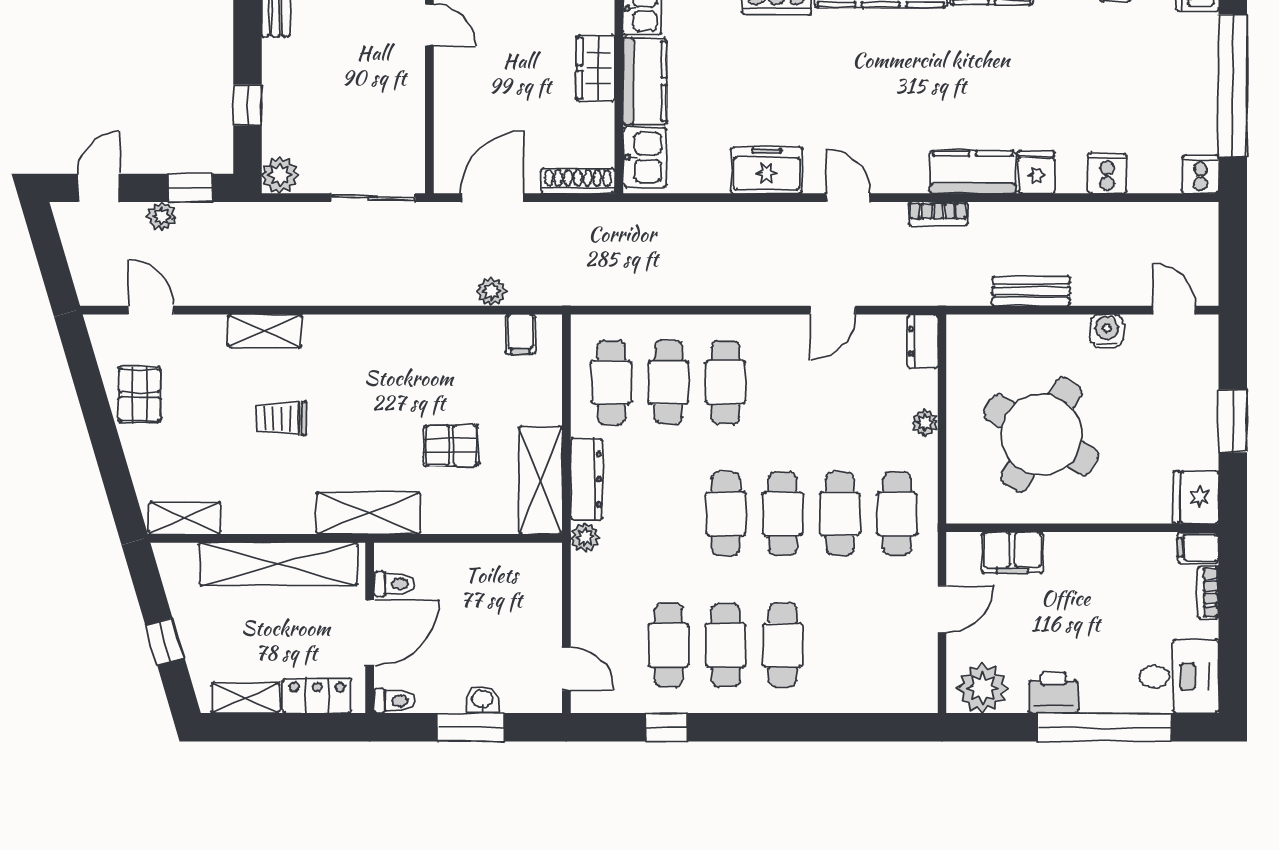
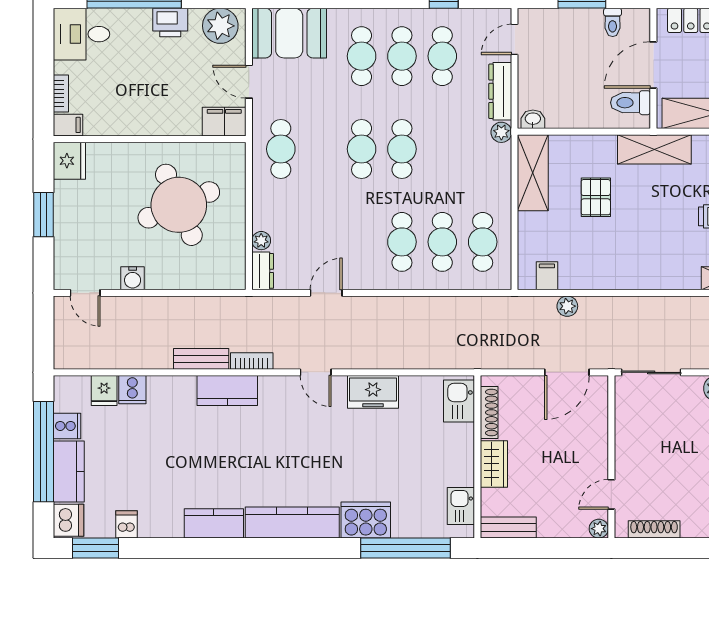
door: (429, 25) -> (611, 494), hinge flipped
kitchen counter: (645, 81) -> (69, 472), moved, turned 180
fridge: (1036, 172) -> (104, 390), moved
cooker: (1200, 174) -> (67, 426), moved, turned -90
shoe rack: (578, 181) -> (489, 412), moved, turned -90
bench: (1031, 291) -> (201, 359), moved
plant: (925, 423) -> (261, 241), moved
round table: (1041, 435) -> (179, 205), turned 37
pallet: (451, 446) -> (596, 197), turned 90
dresser: (586, 479) -> (500, 91), moved
cafe table: (840, 514) -> (321, 149), removed
filing cabinet: (1012, 553) -> (224, 122), moved
toilet: (394, 584) -> (631, 103), width x1.37, depth x1.39
door: (942, 609) -> (249, 82), hinge flipped
door: (566, 669) -> (515, 39), hinge flipped
booth: (885, 678) -> (289, 33), added
washbasin: (482, 700) -> (533, 119), moved, turned 180
toilet: (394, 701) -> (613, 22), moved, turned -90

